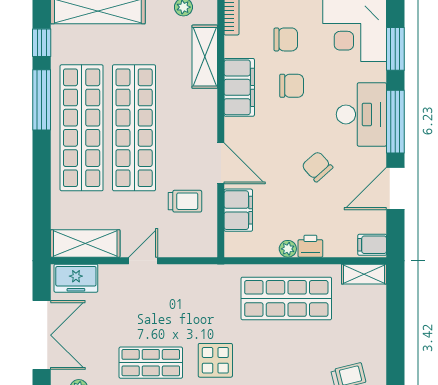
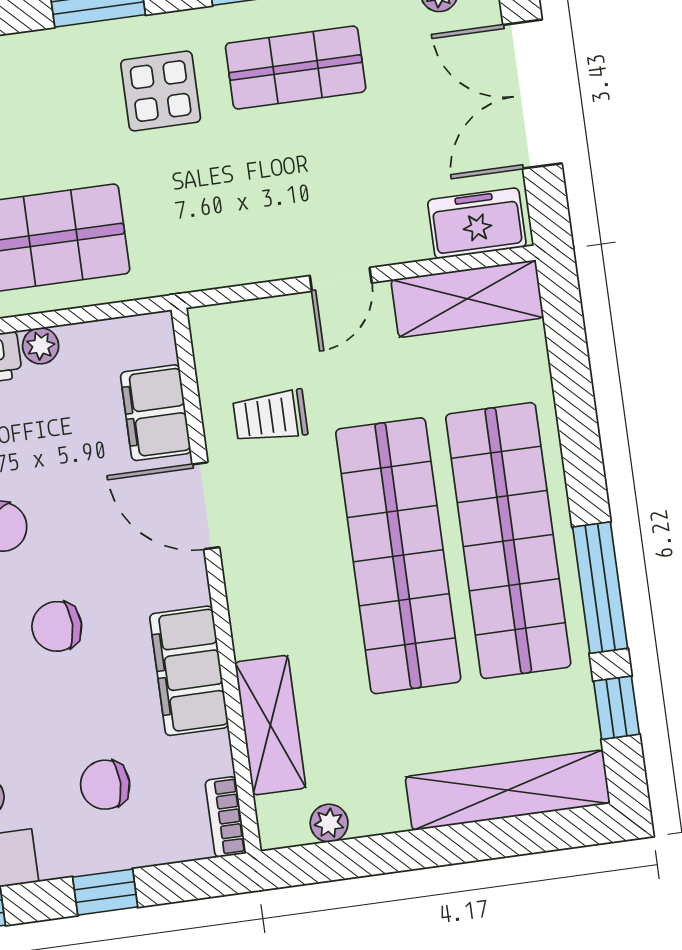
chair: (292, 86) -> (57, 626), moved

